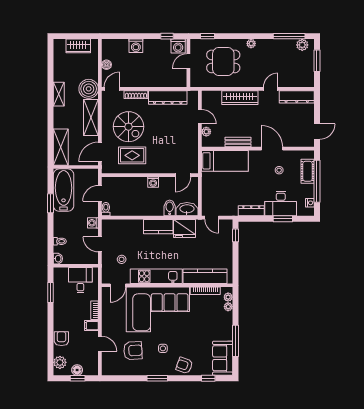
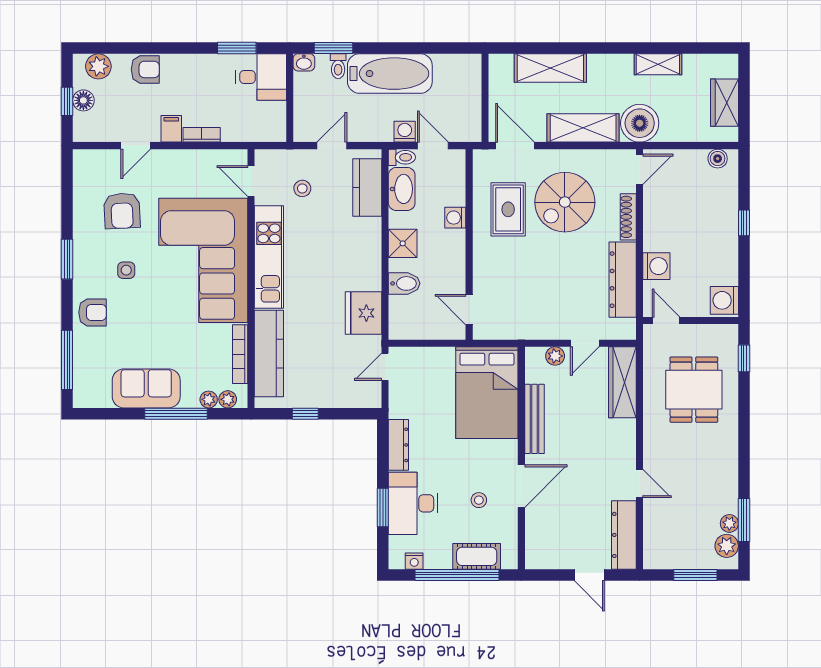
window: (167, 36) -> (744, 223), moved
window: (289, 36) -> (744, 520), width x0.69
plant: (251, 44) -> (729, 523), moved
washing machine: (136, 46) -> (656, 266), moved, turned 180
door: (188, 61) -> (666, 321), moved
boiler: (106, 65) -> (718, 159), moved
door: (112, 89) -> (640, 169), hinge flipped
shelving: (59, 94) -> (658, 64), moved
wardrobe: (240, 98) -> (622, 382), moved
door: (317, 131) -> (589, 575), moved
bench: (238, 142) -> (535, 419), width x1.36
shelving: (61, 147) -> (550, 68), moved
bed: (225, 161) -> (487, 393), width x1.50
washing machine: (153, 182) -> (455, 218), moved
bathtub: (64, 190) -> (390, 74), moved
window: (51, 203) -> (334, 48), moved
shower: (149, 209) -> (403, 243), added
washbasin: (187, 209) -> (402, 189), moved
washing machine: (93, 223) -> (405, 132), moved
kitchen counter: (158, 227) -> (367, 188), moved
window: (235, 235) -> (305, 414), moved
desk: (80, 280) -> (261, 77), moved
window: (235, 341) -> (176, 414), moved
sofa: (223, 358) -> (146, 388), moved
armchair: (184, 365) -> (93, 312), turned 71
window: (208, 378) -> (67, 360), width x2.17

